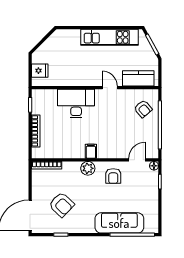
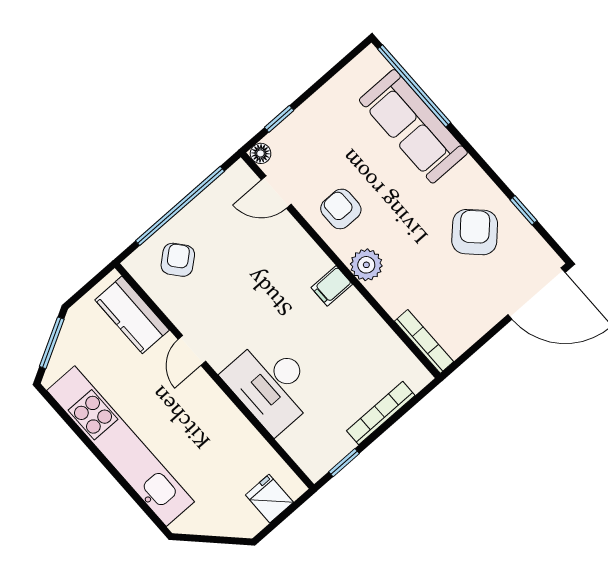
kitchen unit: (110, 37) -> (121, 446), width x1.36
armchair: (113, 176) -> (341, 209), turned -90
armchair: (62, 205) -> (475, 232), moved

